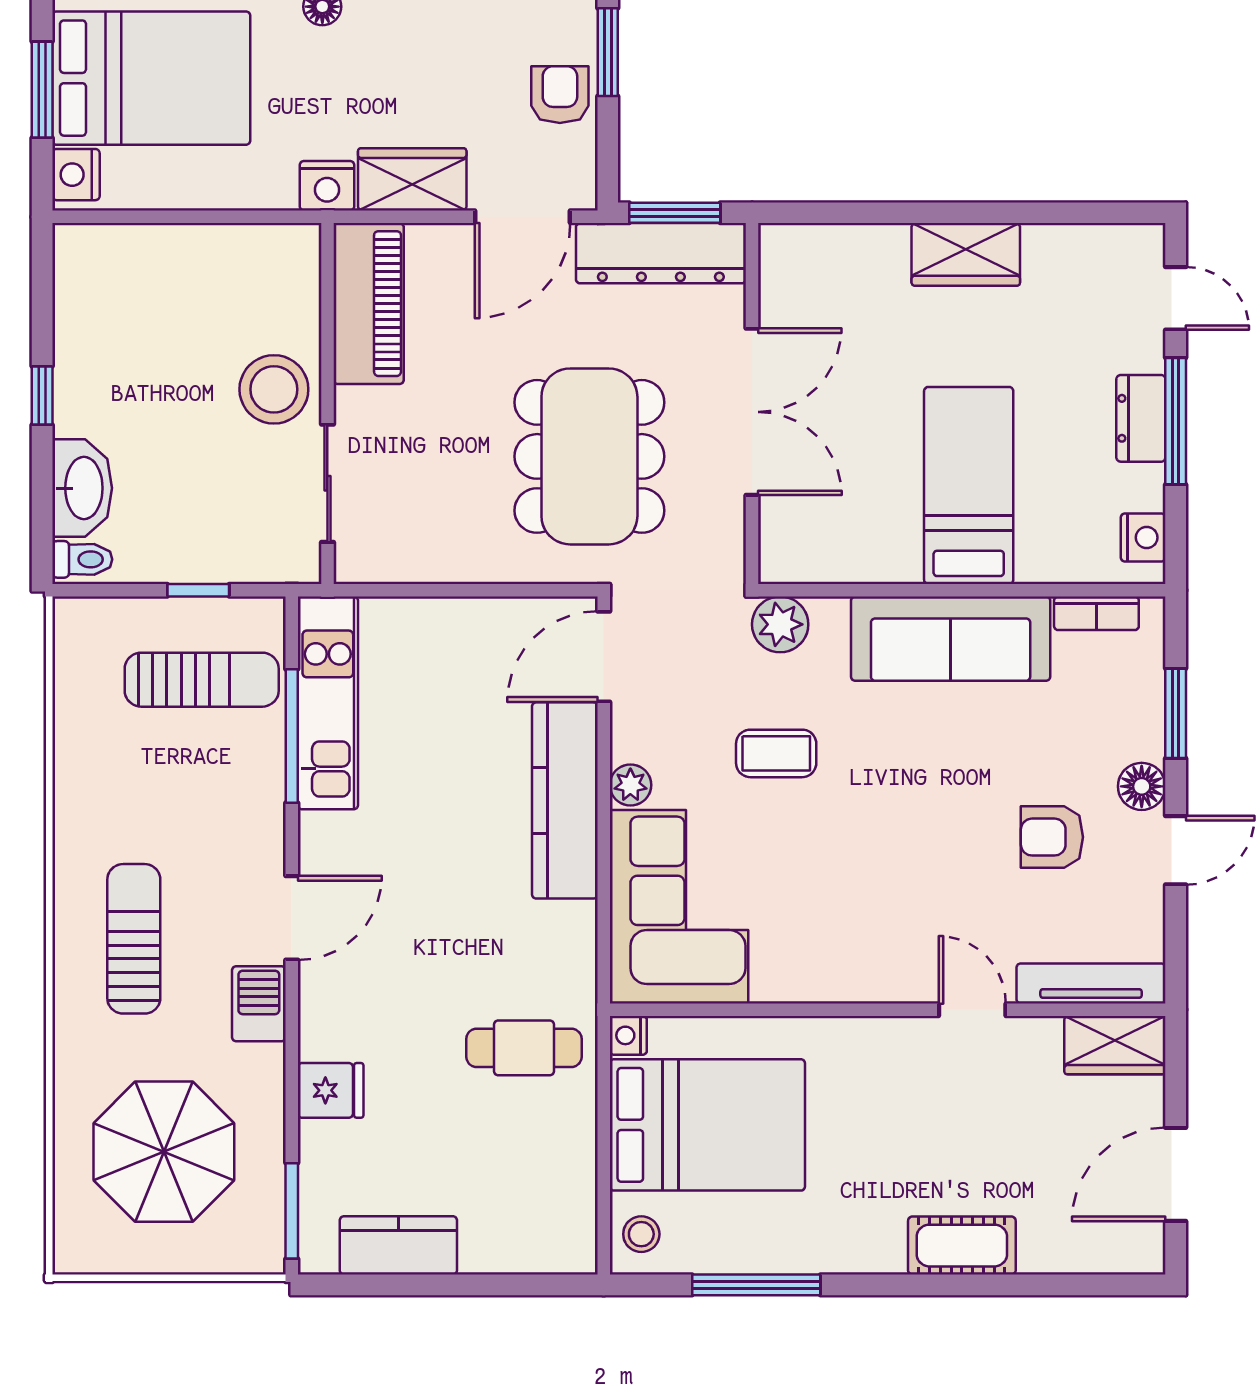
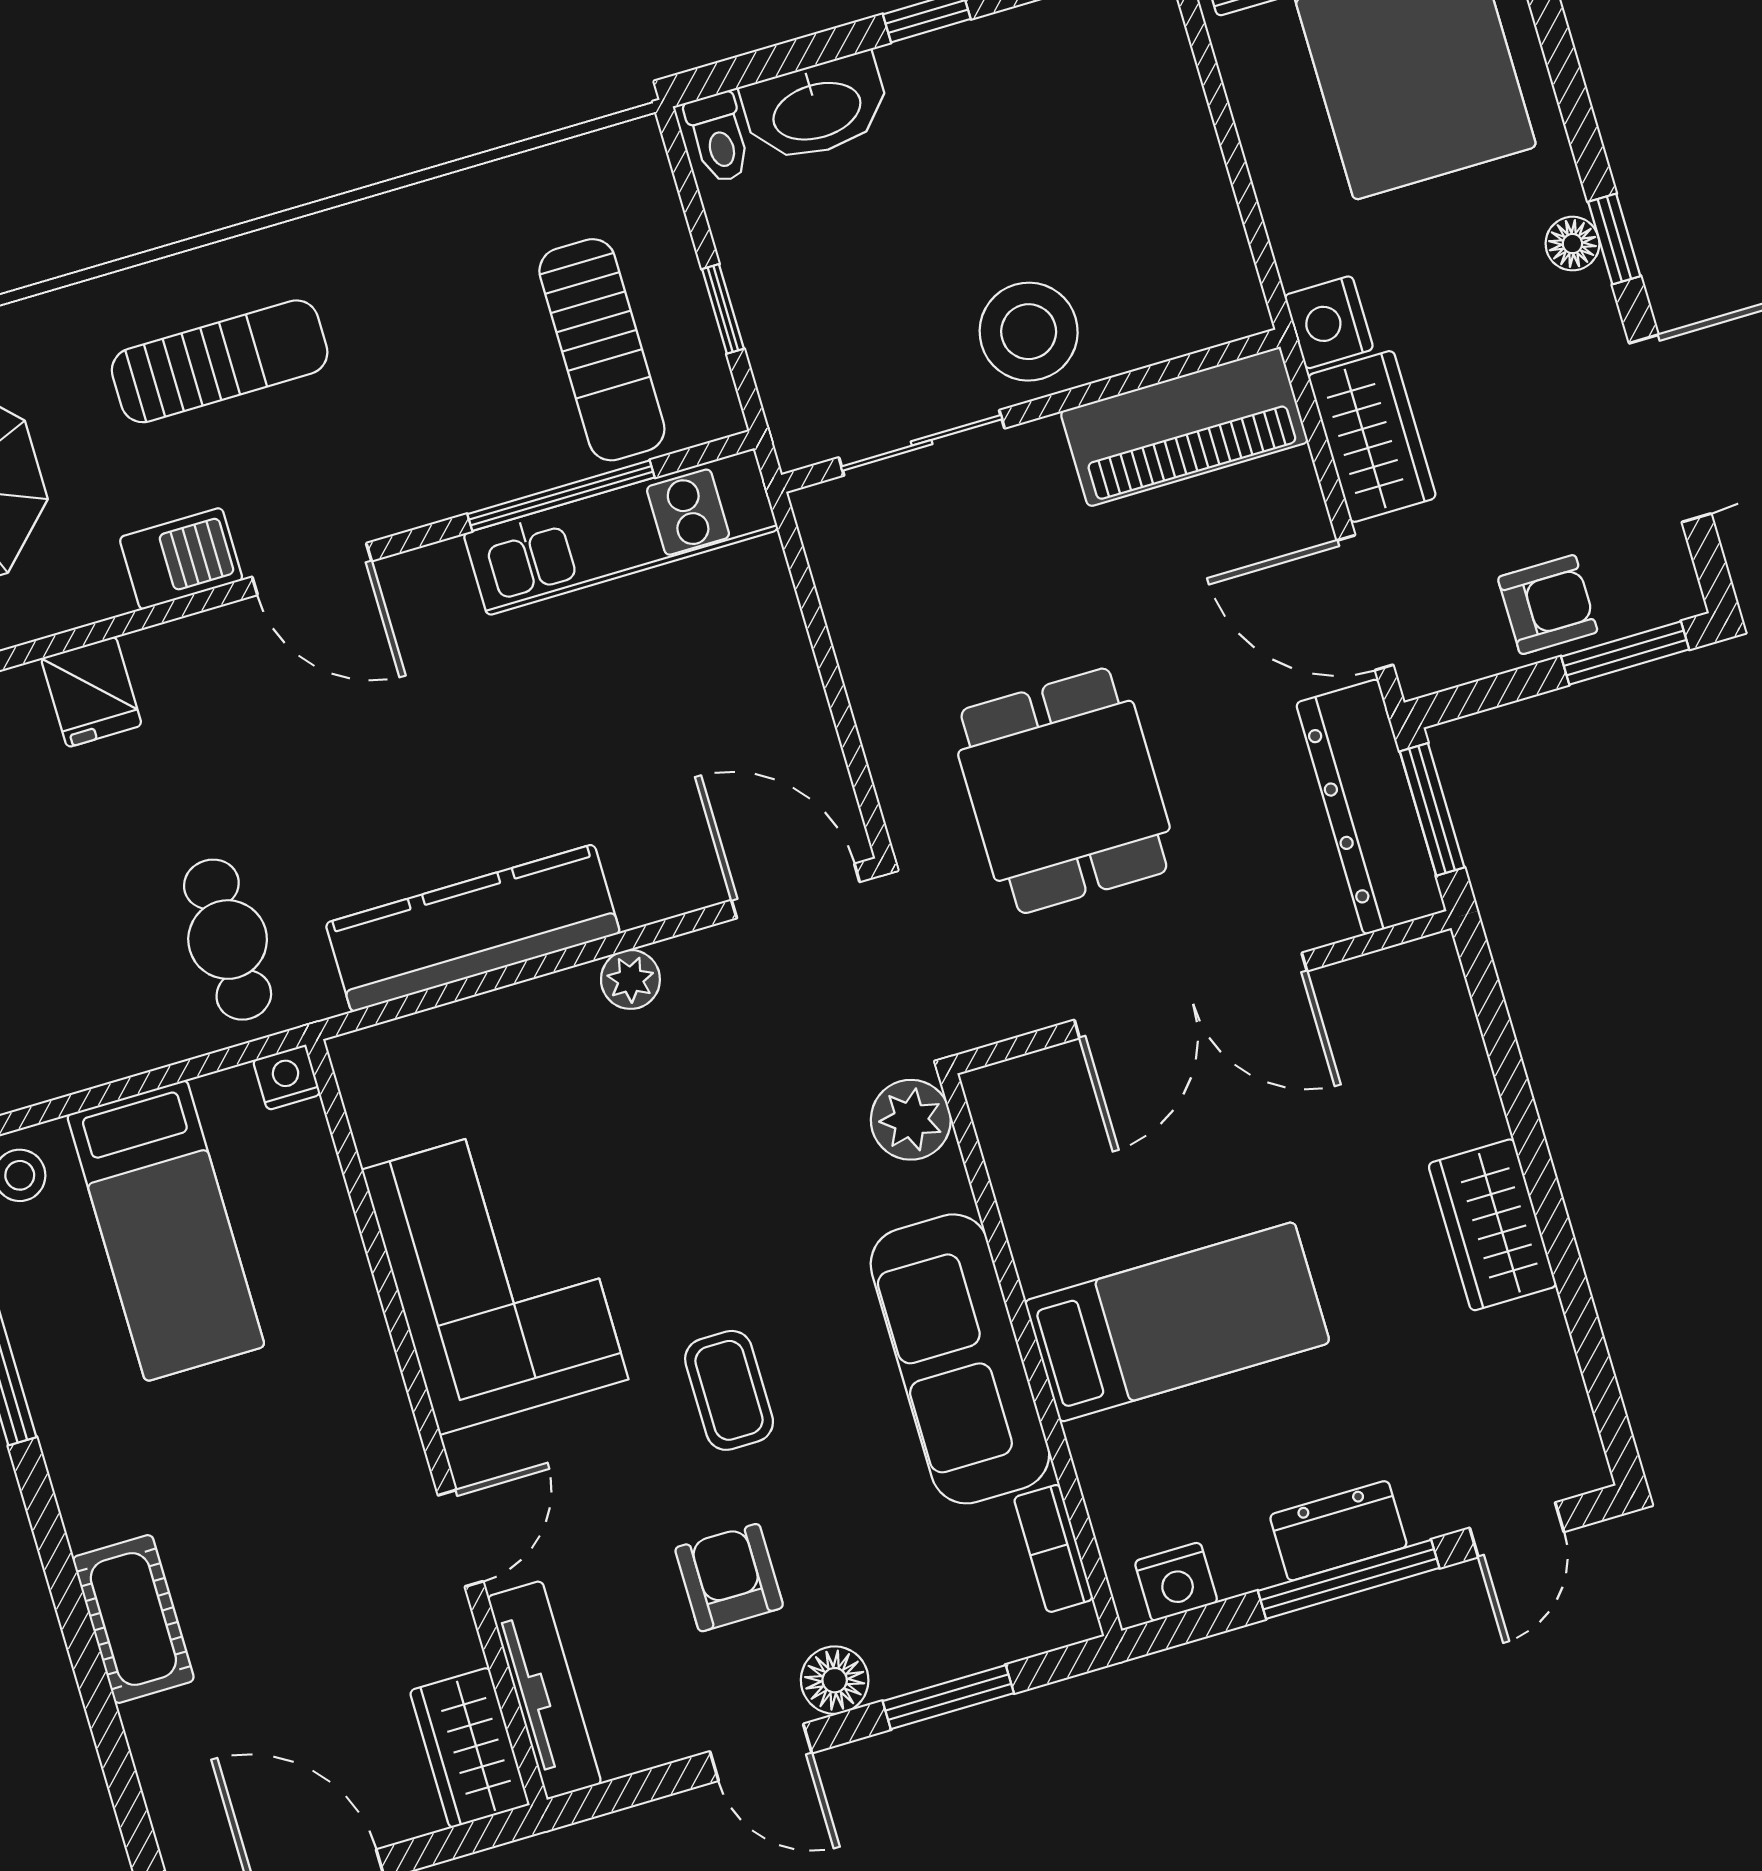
dining table: (589, 456) -> (1064, 791), width x0.73
coffee table: (776, 753) -> (729, 1390), moved
kitchen counter: (565, 800) -> (473, 928), moved
corner sofa: (679, 907) -> (495, 1274), moved, turned -90
bed: (707, 1125) -> (166, 1231), width x0.67

